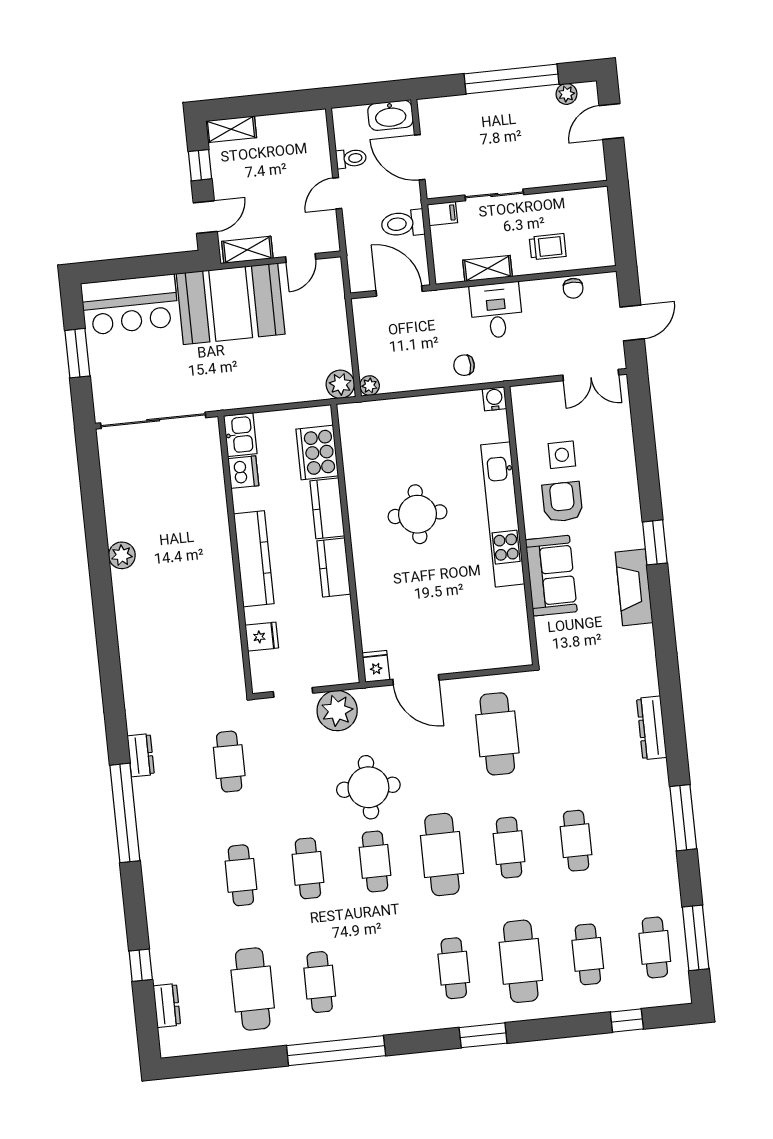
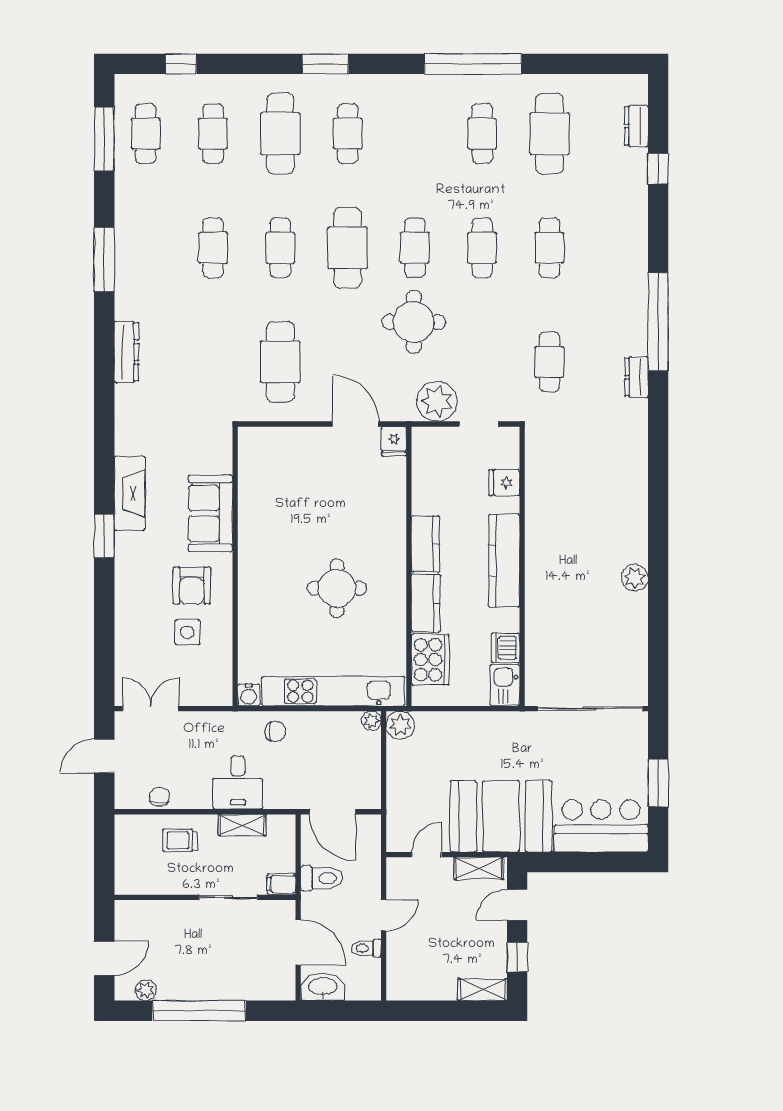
kitchen unit: (503, 514) -> (333, 691), moved, turned -90

